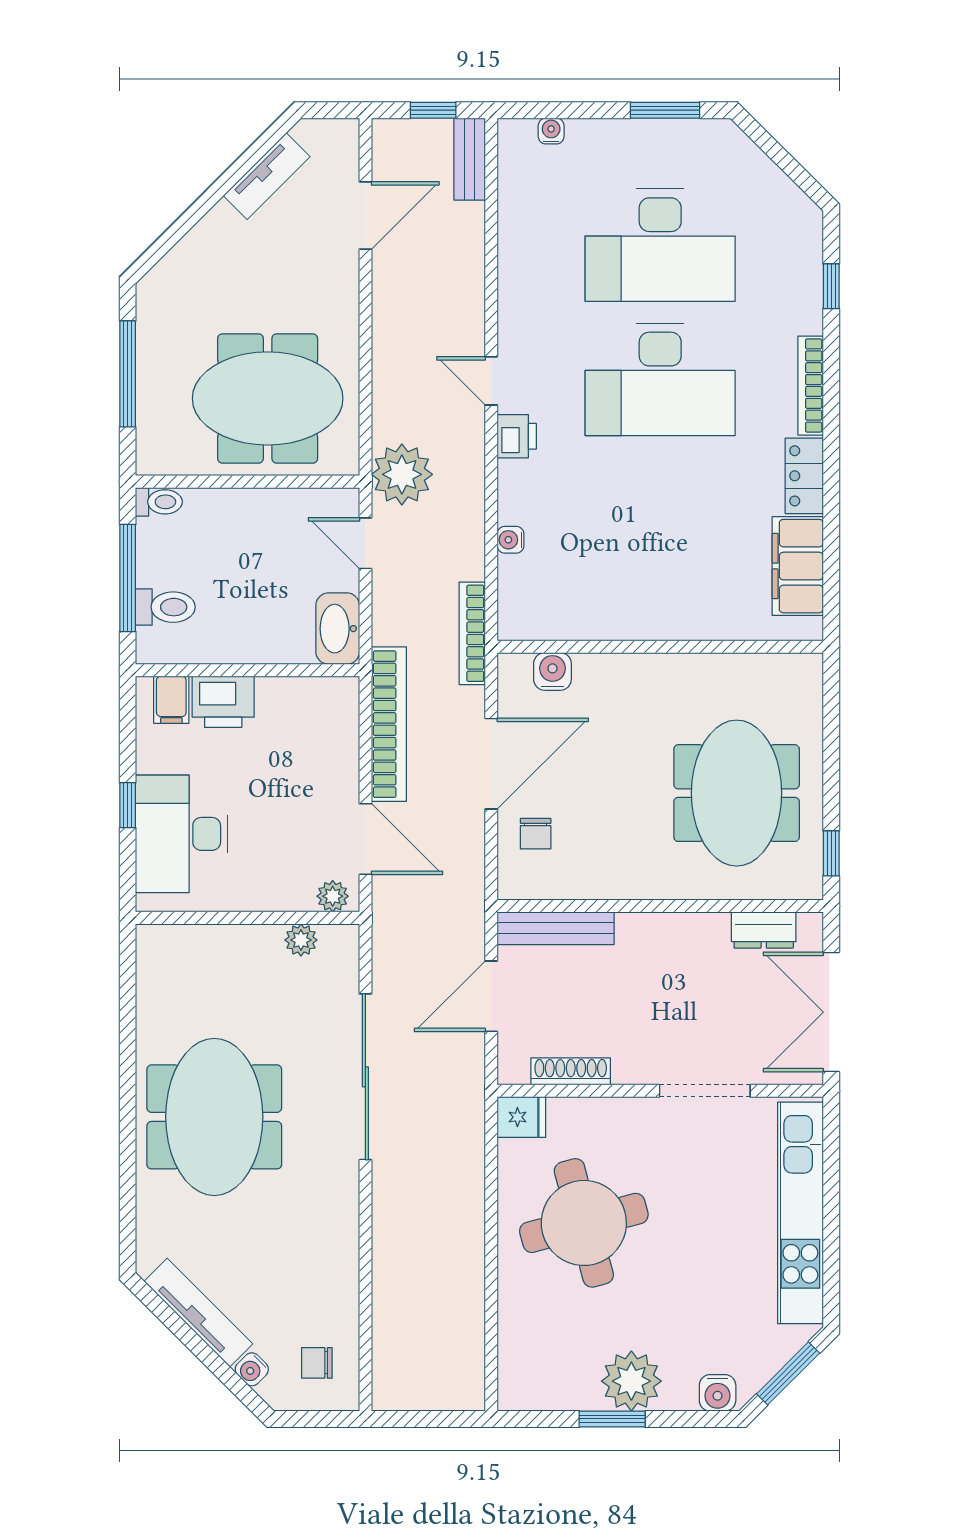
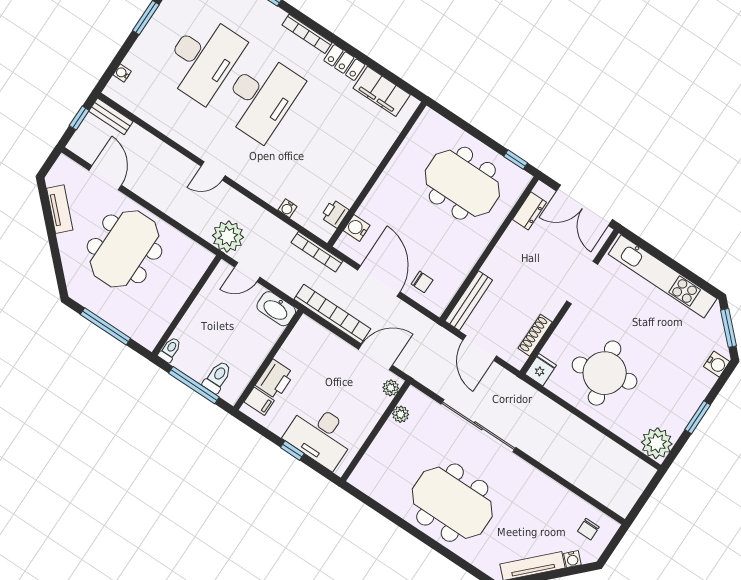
meeting table: (268, 398) -> (124, 249), moved
printer: (517, 436) -> (335, 214), moved, turned -90
plant: (631, 1381) -> (657, 443), moved

